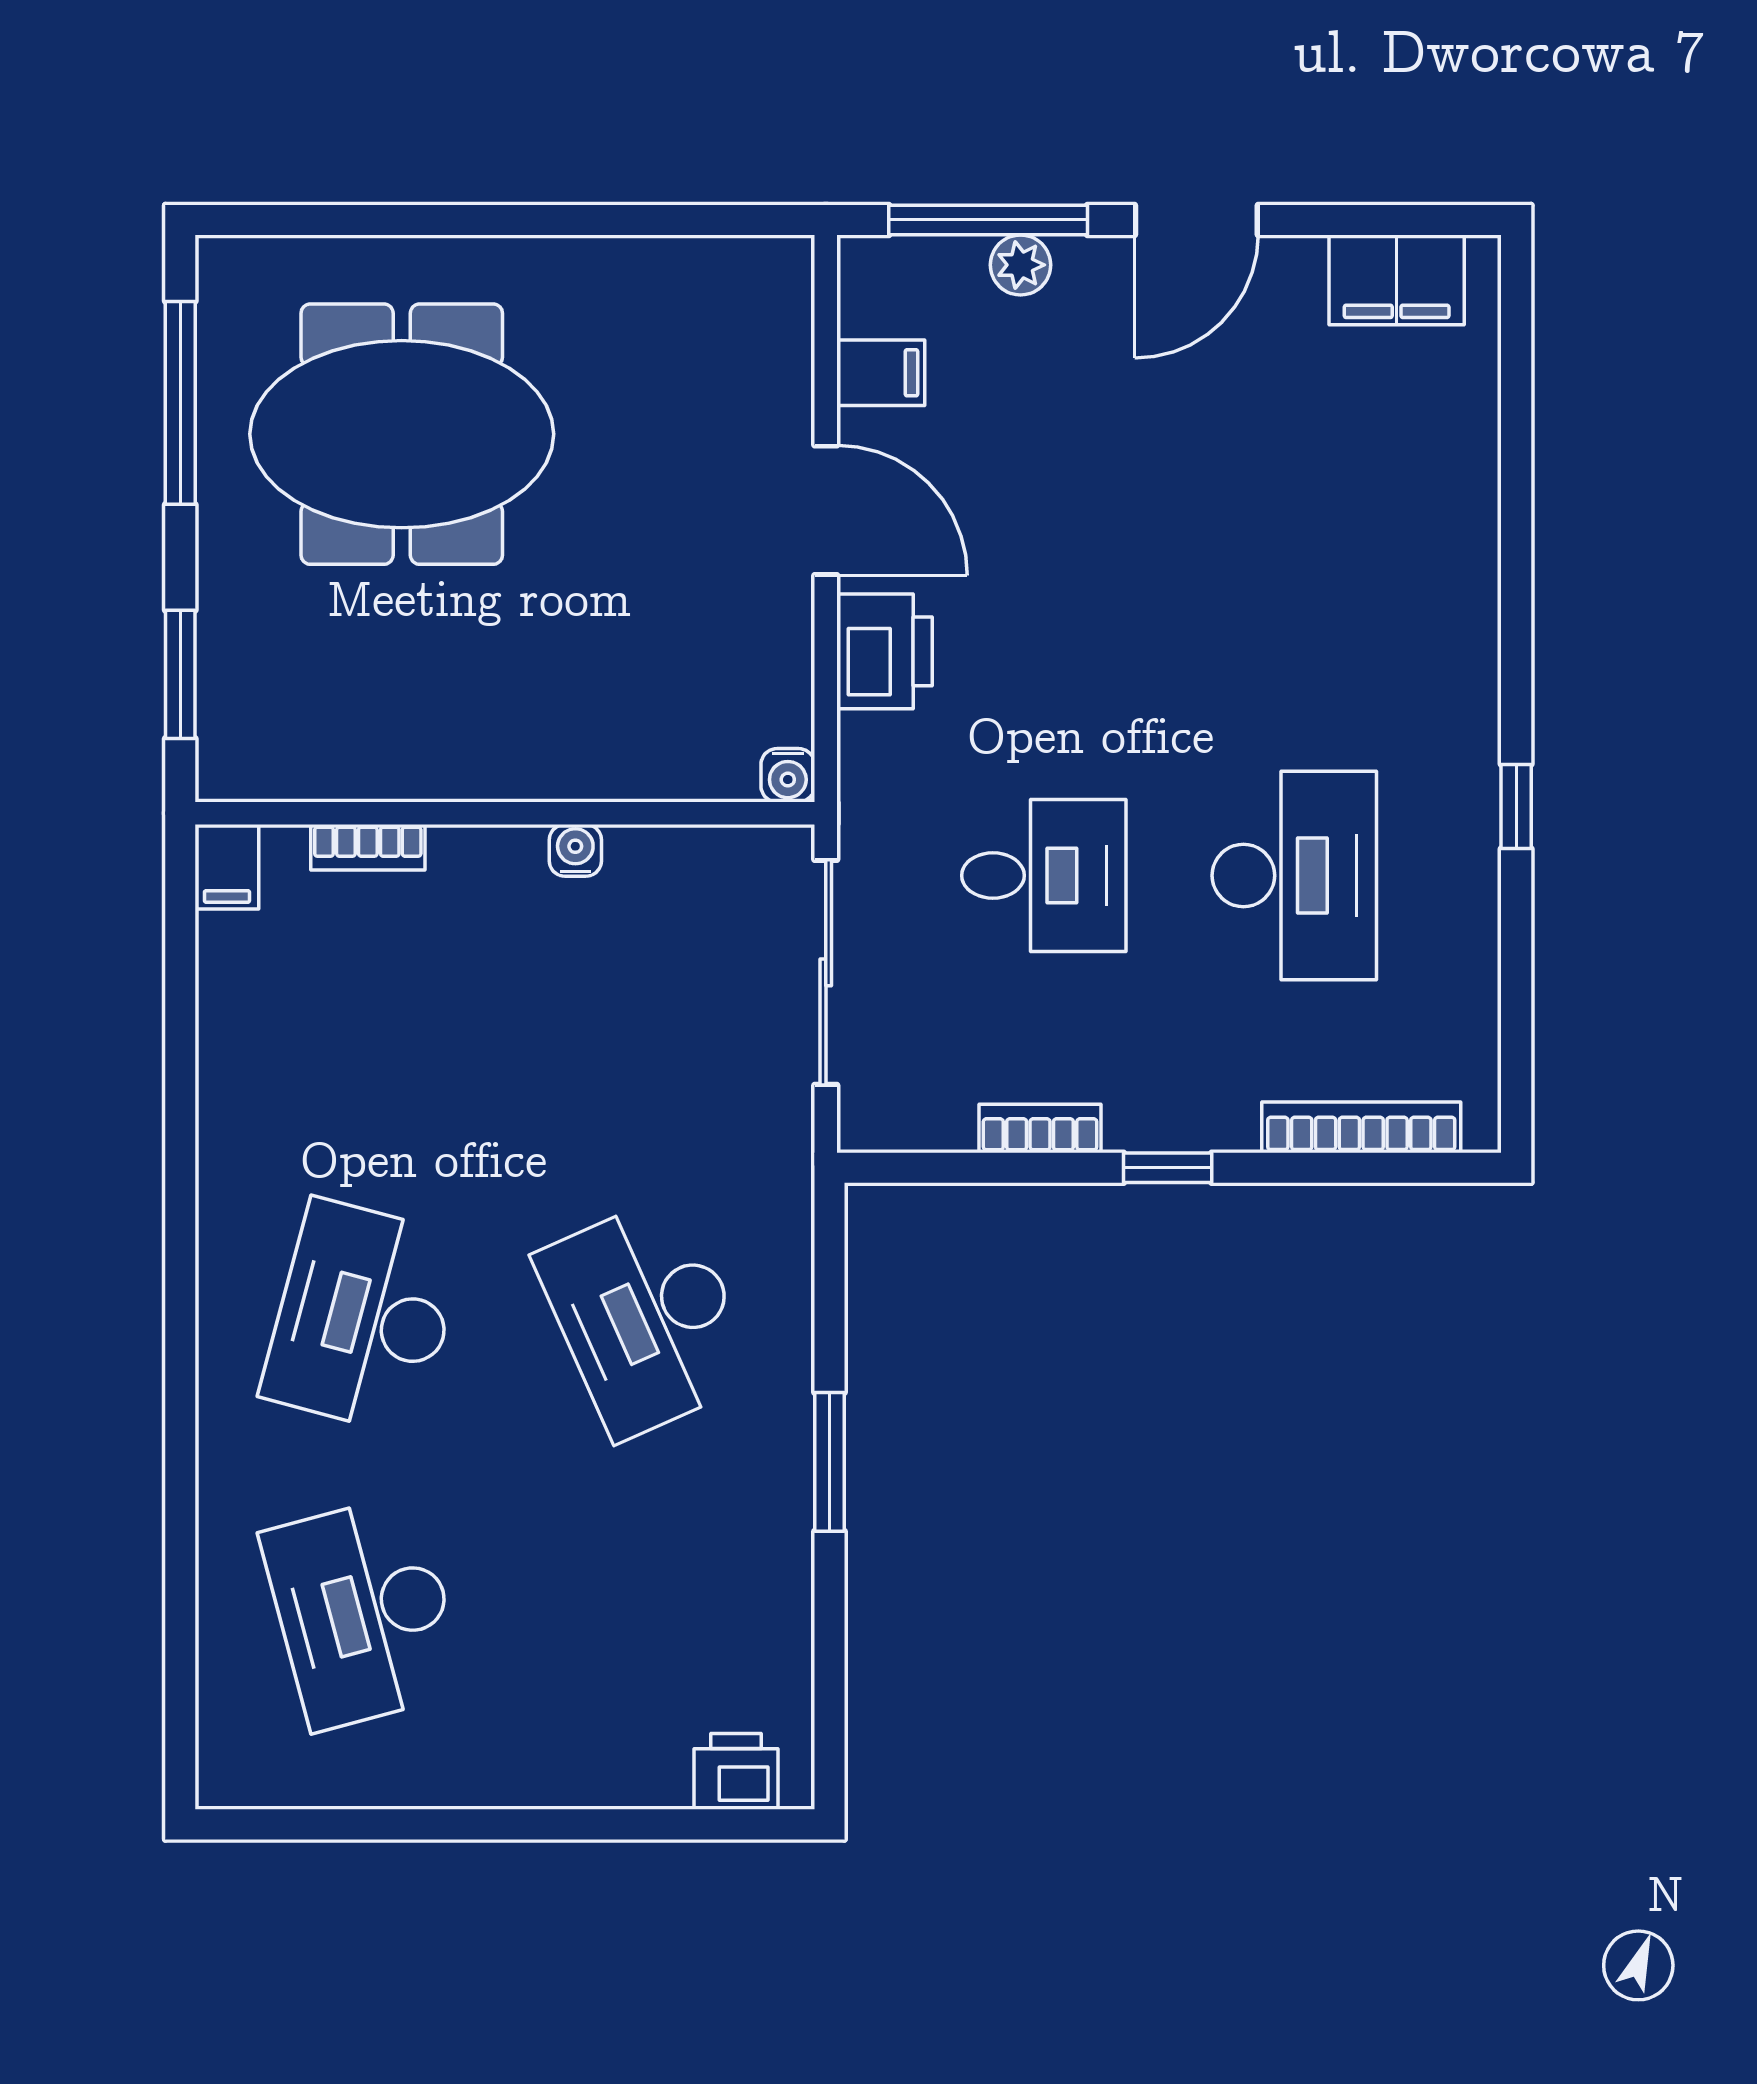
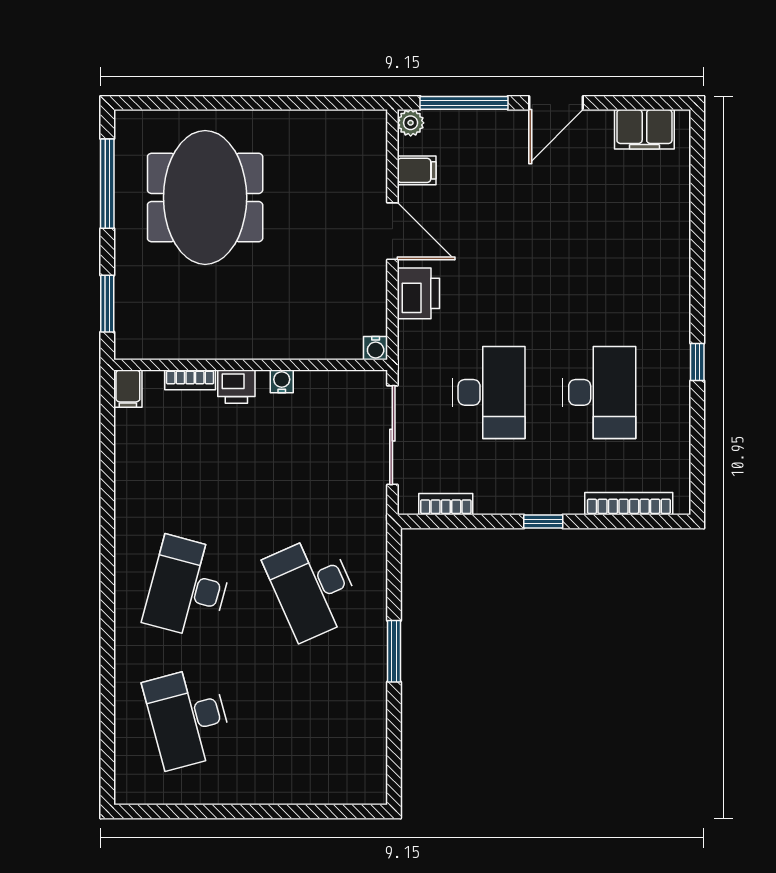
plant: (1020, 265) -> (411, 123), moved
meeting table: (402, 434) -> (205, 197), turned 90
desk: (1044, 876) -> (489, 392), width x1.37
bookcase: (1040, 1128) -> (446, 504), moved
printer: (736, 1771) -> (236, 387), moved, turned 180

